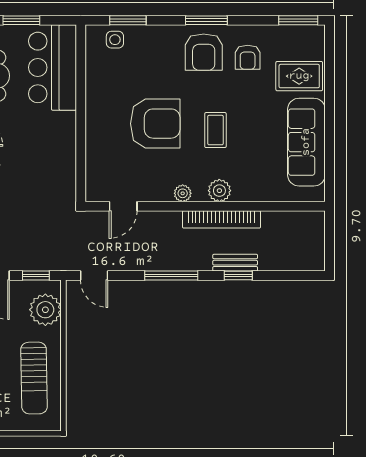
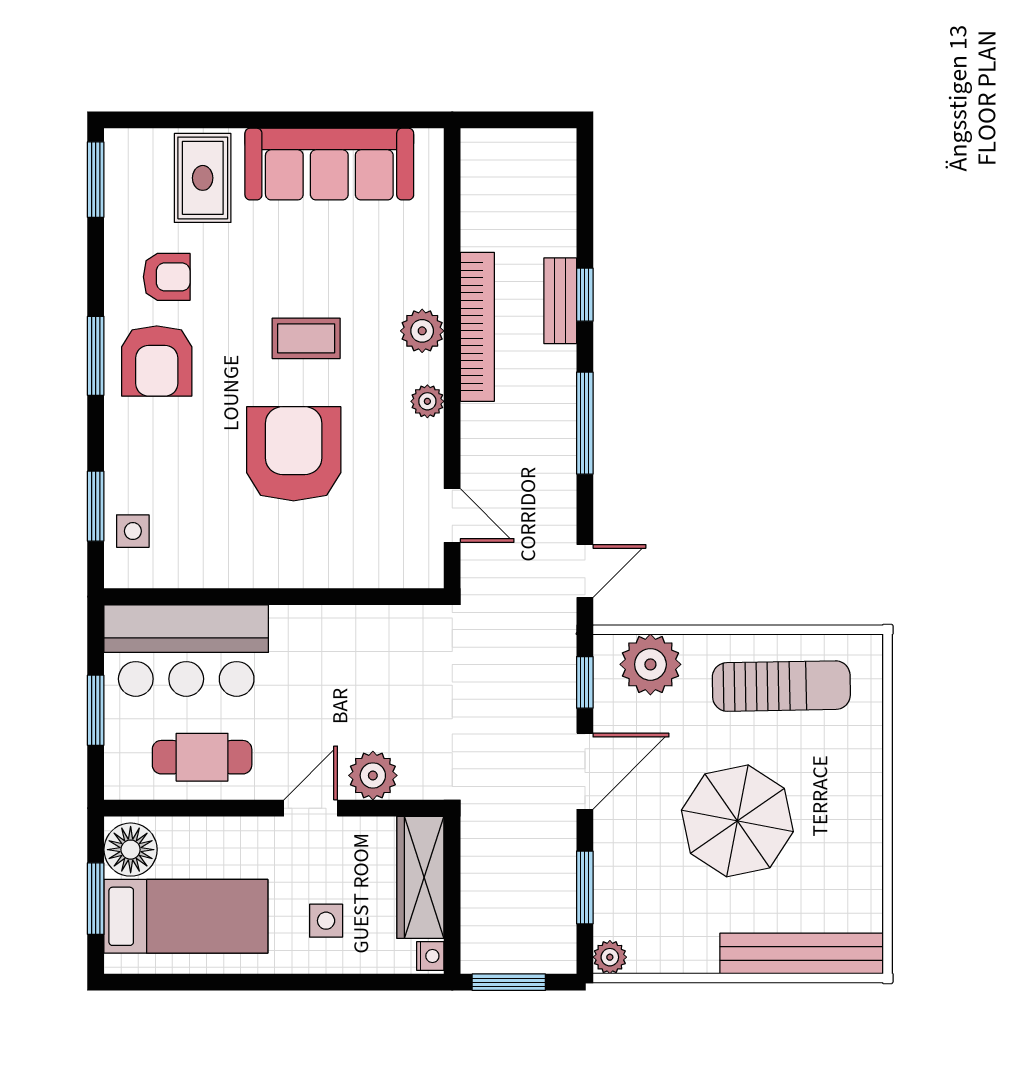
armchair: (204, 52) -> (157, 361), turned 90

